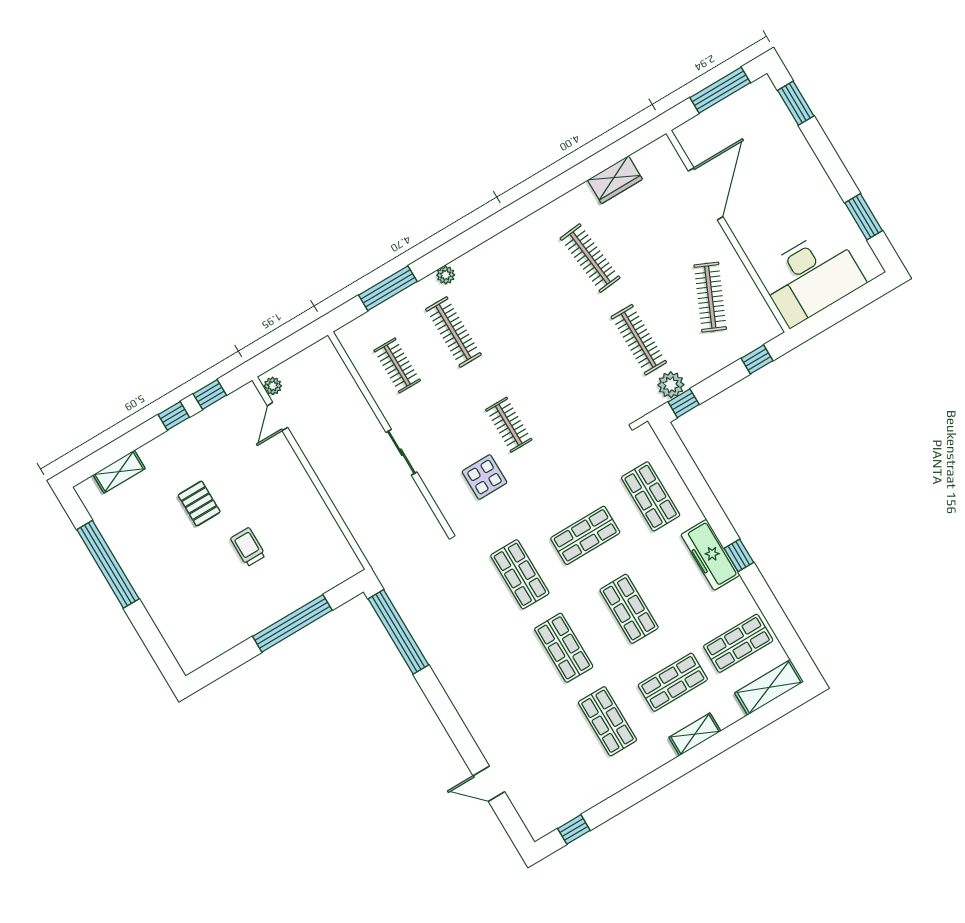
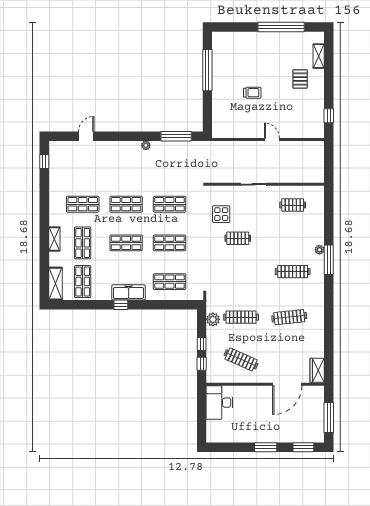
wardrobe: (615, 180) -> (317, 370), moved
door: (706, 194) -> (287, 384), hinge flipped
window: (864, 217) -> (266, 447), moved
desk: (811, 277) -> (220, 403), width x0.73, depth x0.77
window: (388, 288) -> (329, 260), moved
clothes rail: (453, 332) -> (293, 272), moved
plant: (273, 386) -> (146, 145), moved
window: (684, 403) -> (202, 344), moved
window: (174, 416) -> (329, 94), removed
door: (277, 417) -> (272, 139), moved
pallet: (199, 504) -> (300, 79), moved, turned 90
shop shelf: (585, 535) -> (170, 243), turned 90
window: (292, 623) -> (207, 70), moved
window: (398, 632) -> (176, 136), width x0.68

